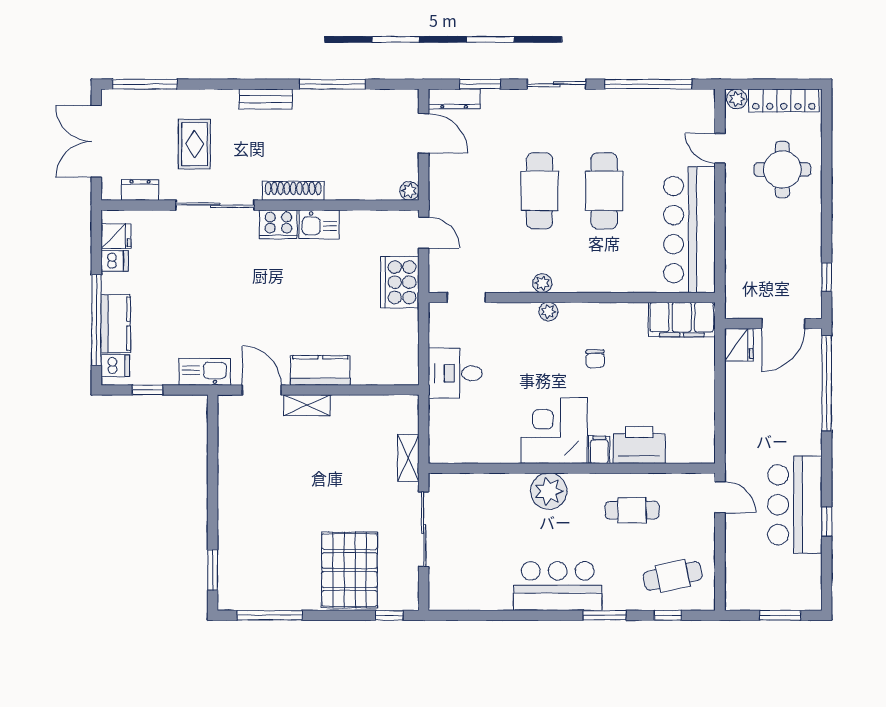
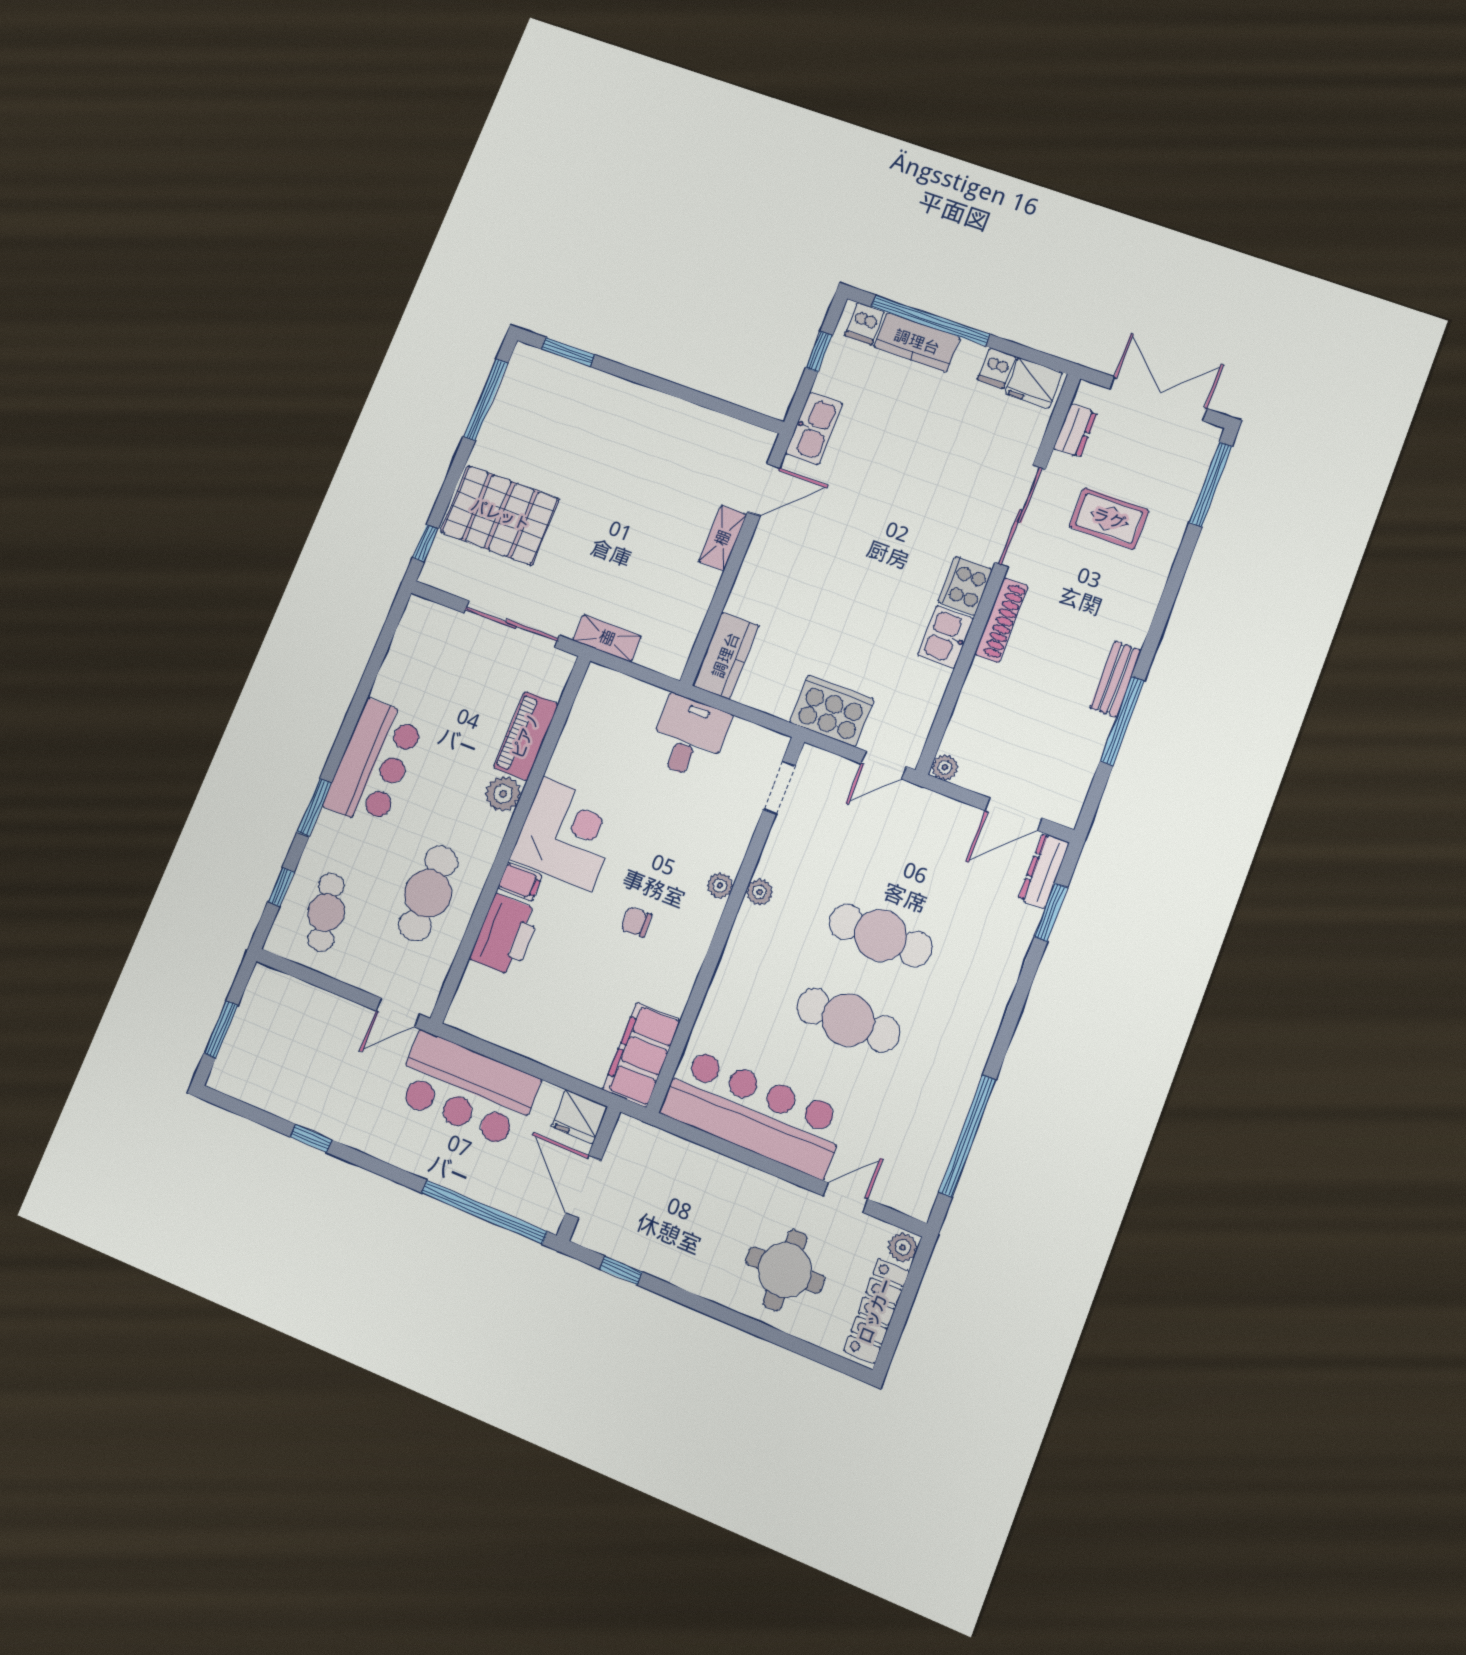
sliding door: (557, 84) -> (1013, 1013), removed
bench: (266, 99) -> (1116, 679), moved
fridge: (116, 236) -> (1033, 383), width x1.38
kitchen counter: (320, 370) -> (726, 655), moved
piano: (498, 487) -> (526, 736), added
plant: (549, 491) -> (503, 794), width x0.73, depth x0.73
bar counter: (795, 505) -> (466, 1089), moved, turned 180
cafe table: (632, 510) -> (428, 893), width x1.37, depth x1.35

